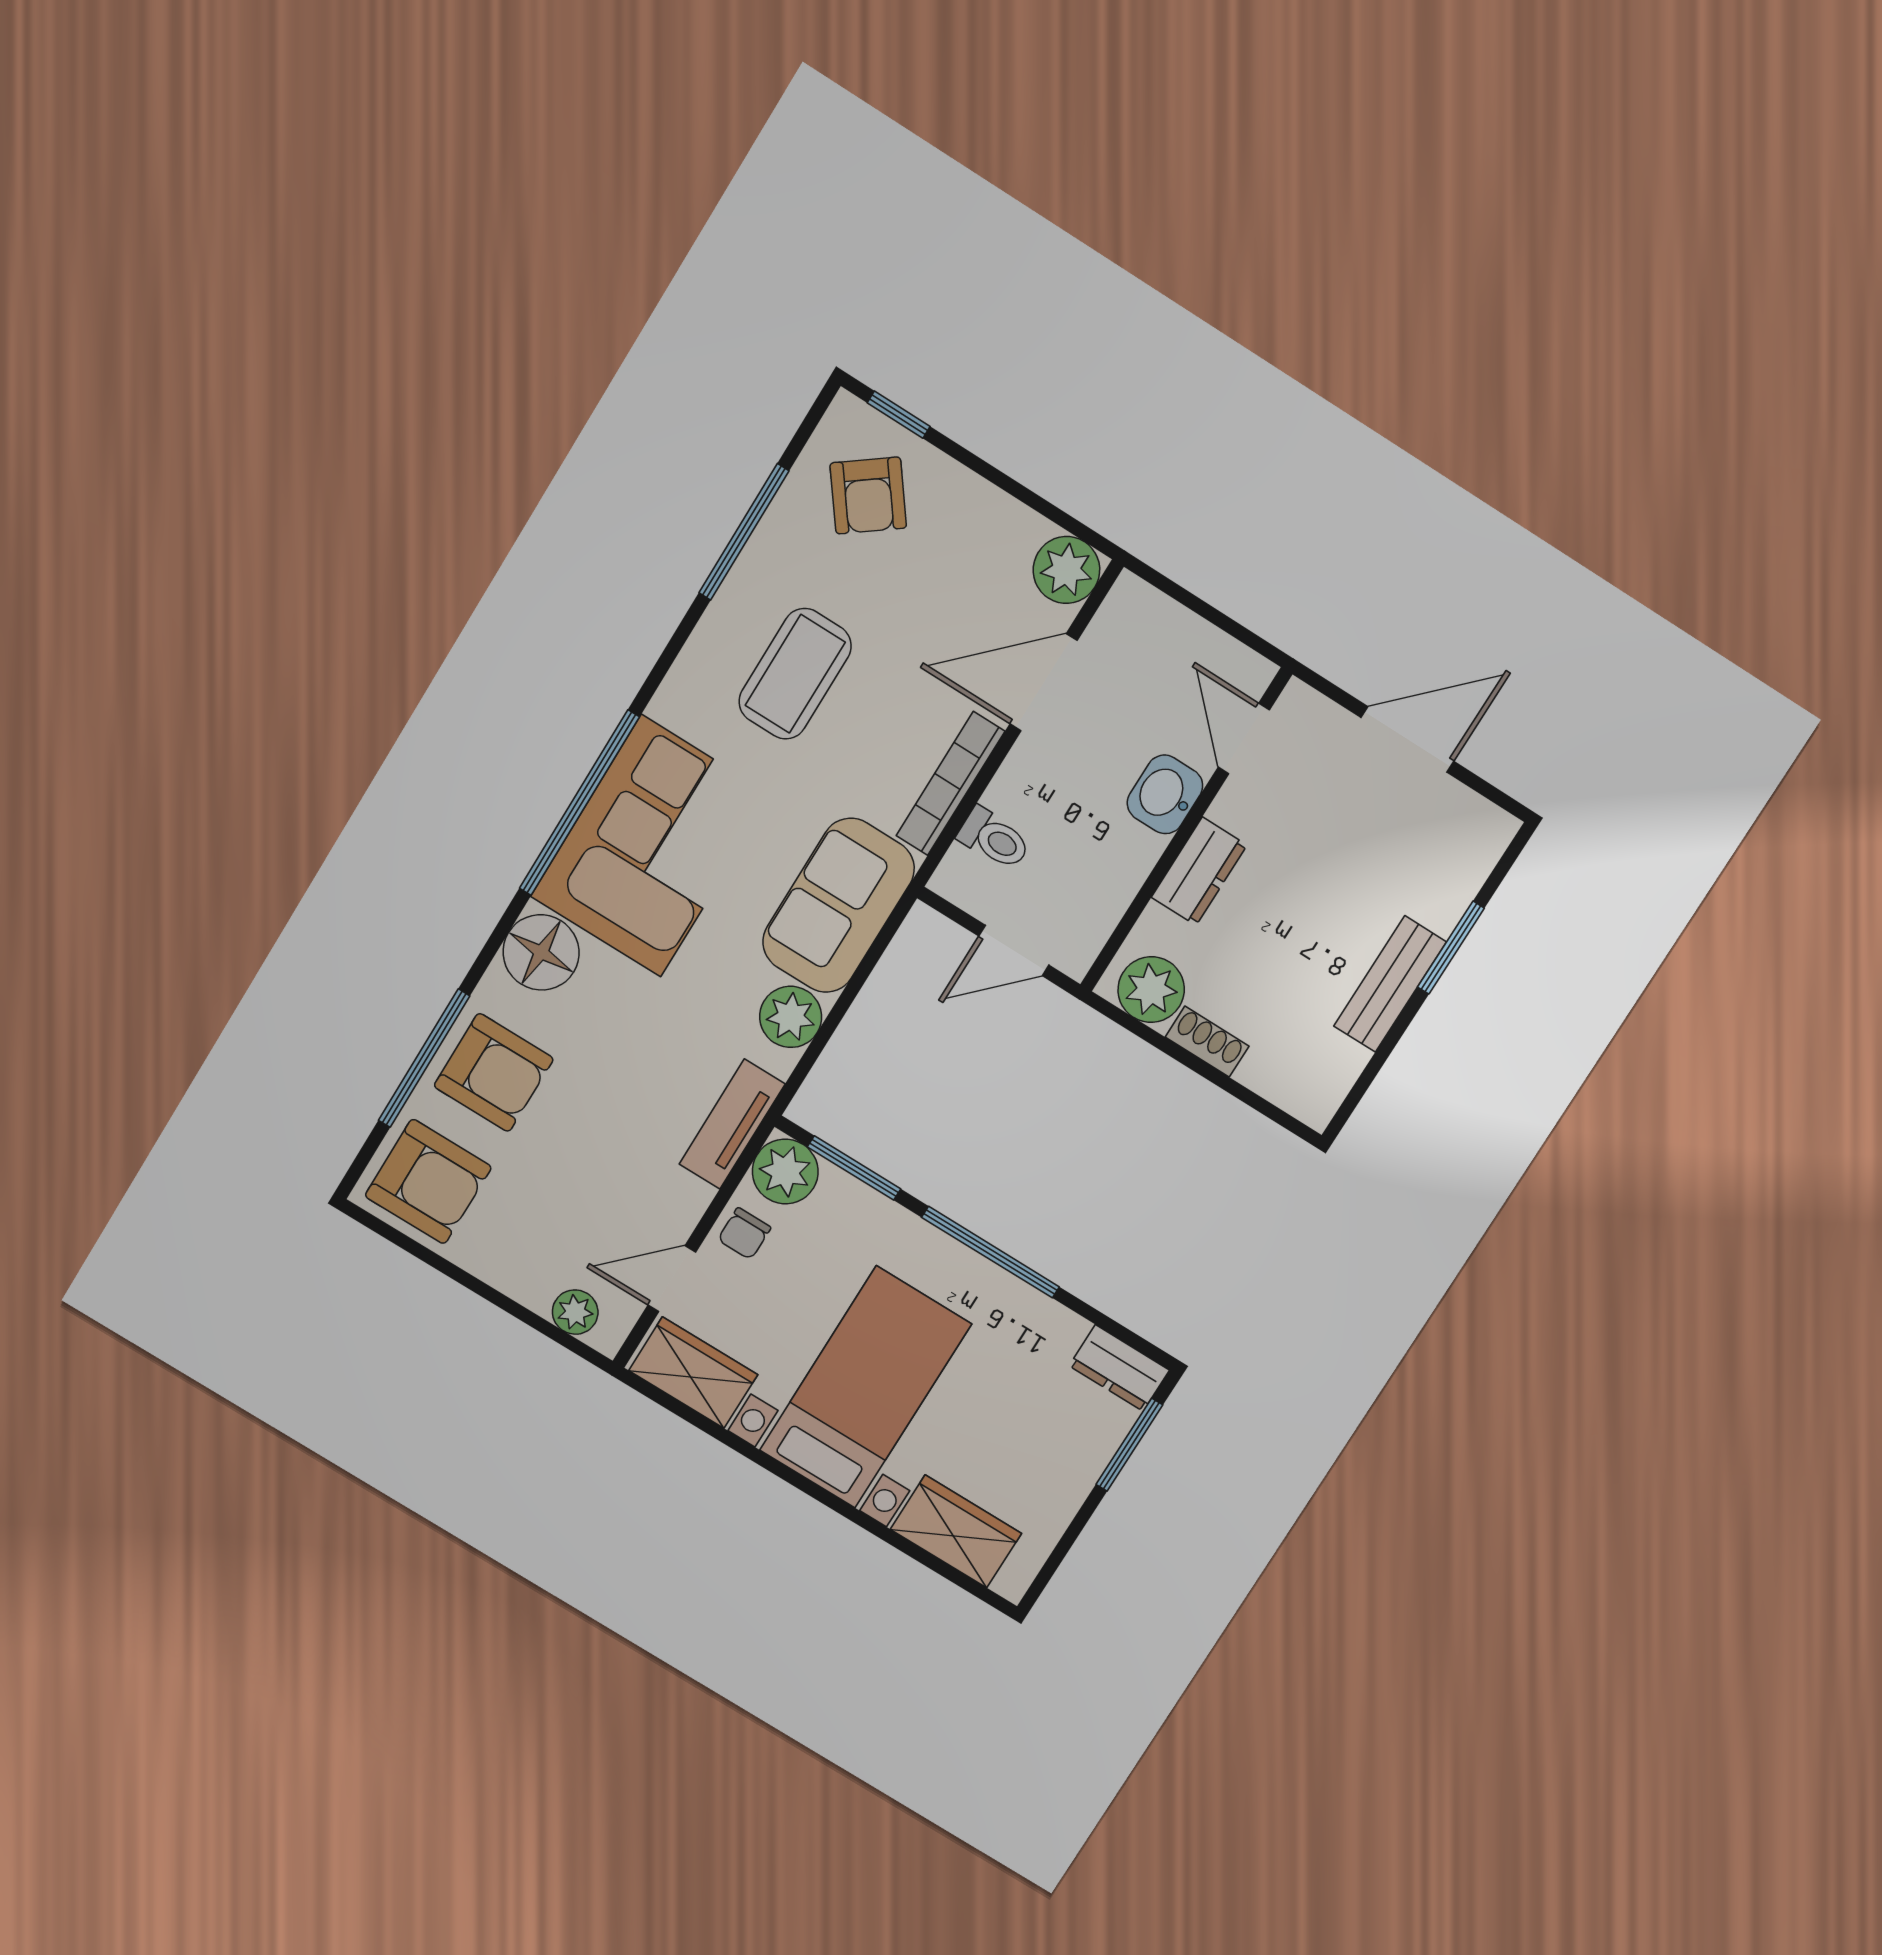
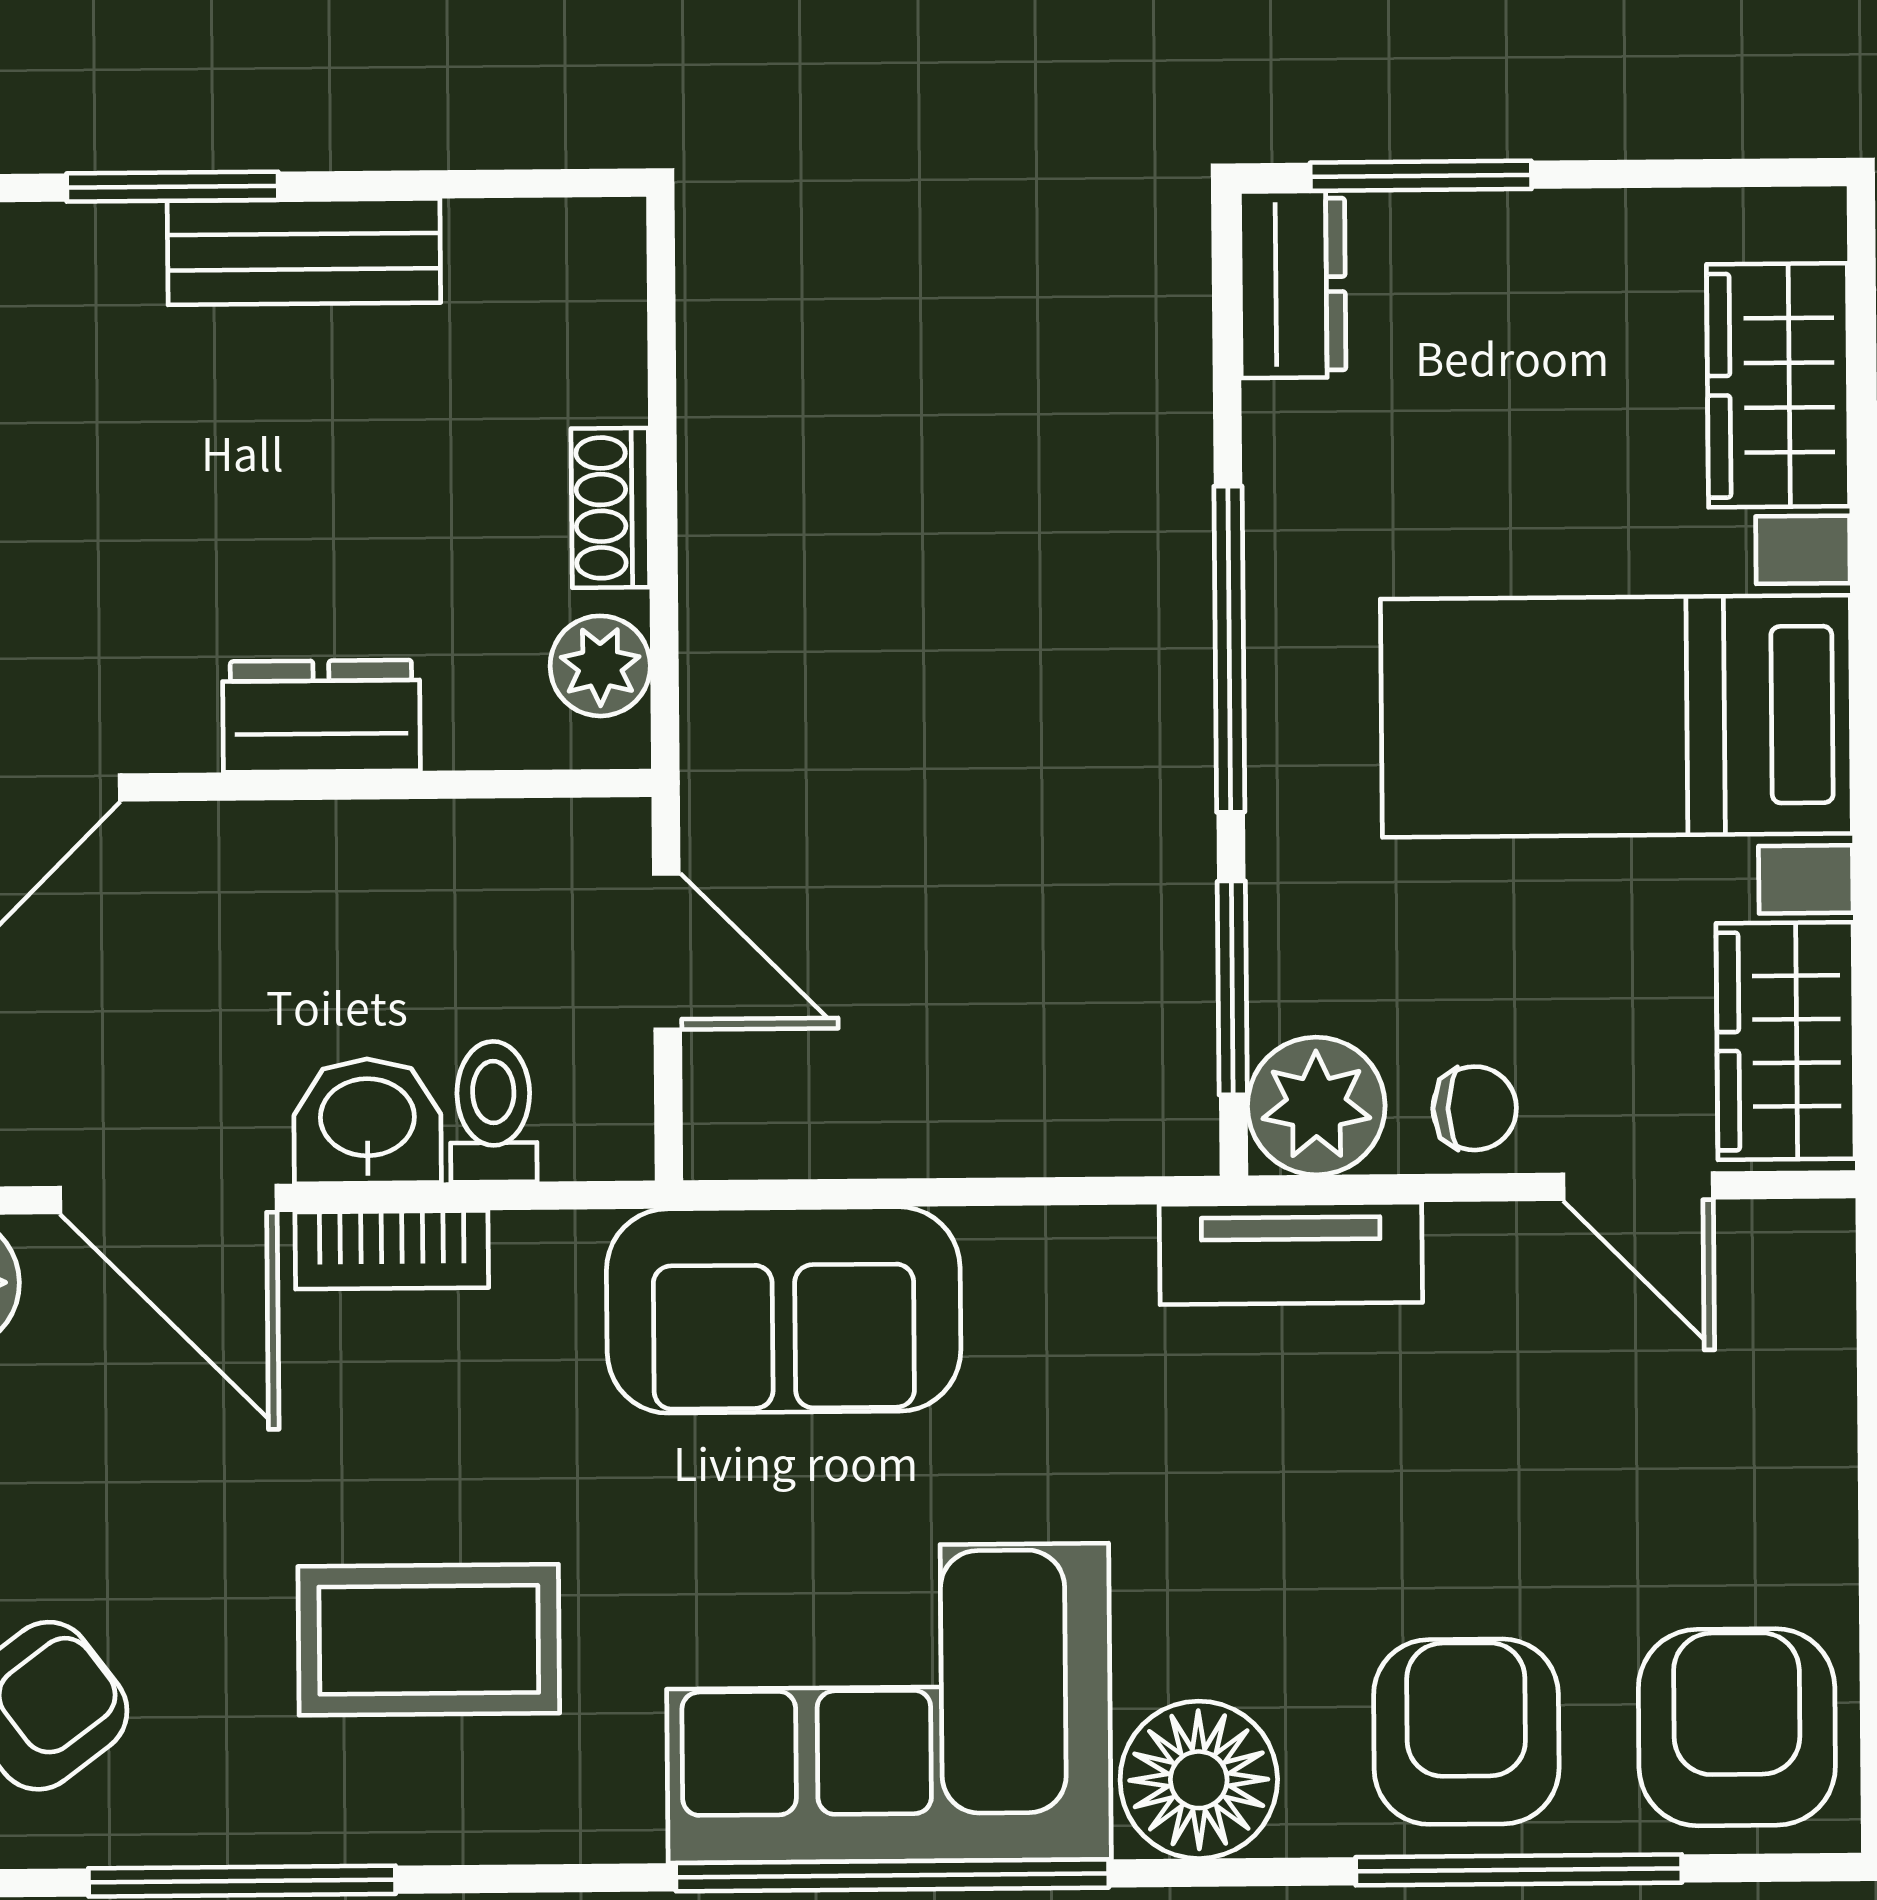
bookcase: (950, 783) -> (392, 1250), width x0.64
washbasin: (1165, 794) -> (367, 1121), moved, turned 180
plant: (1151, 990) -> (600, 666), width x0.73, depth x0.73
plant: (791, 1017) -> (1034, 1270), removed
plant: (575, 1312) -> (1809, 1321), removed

